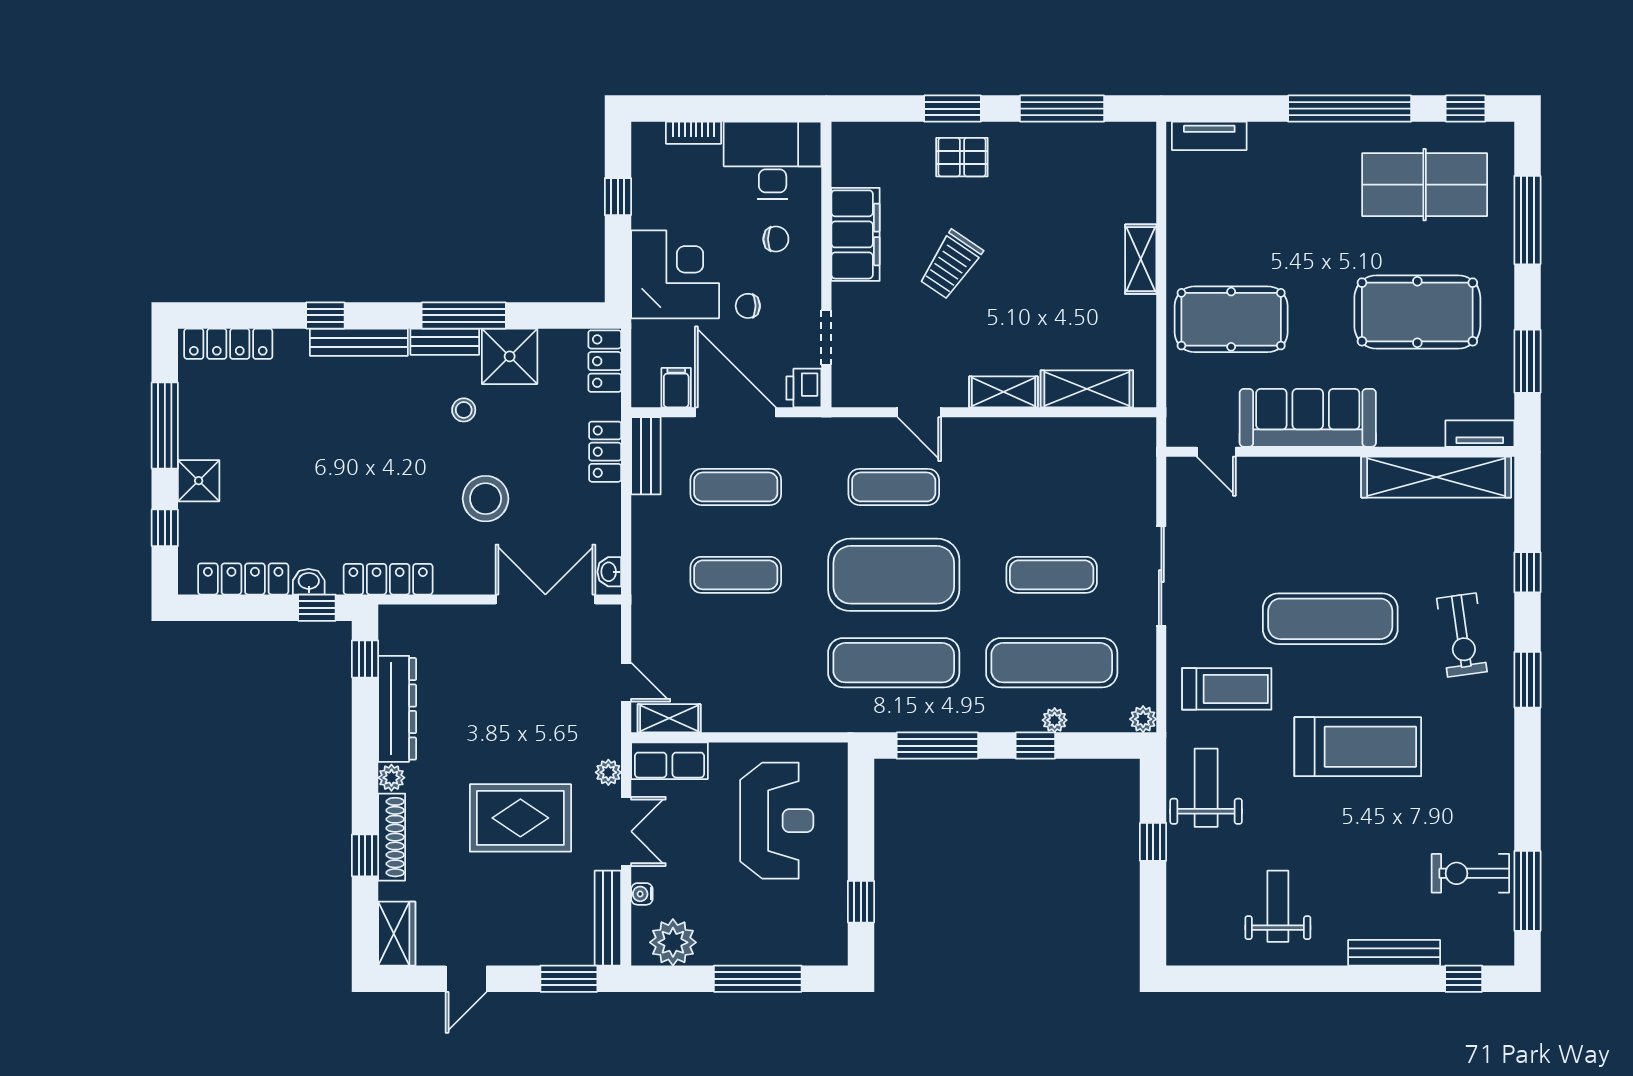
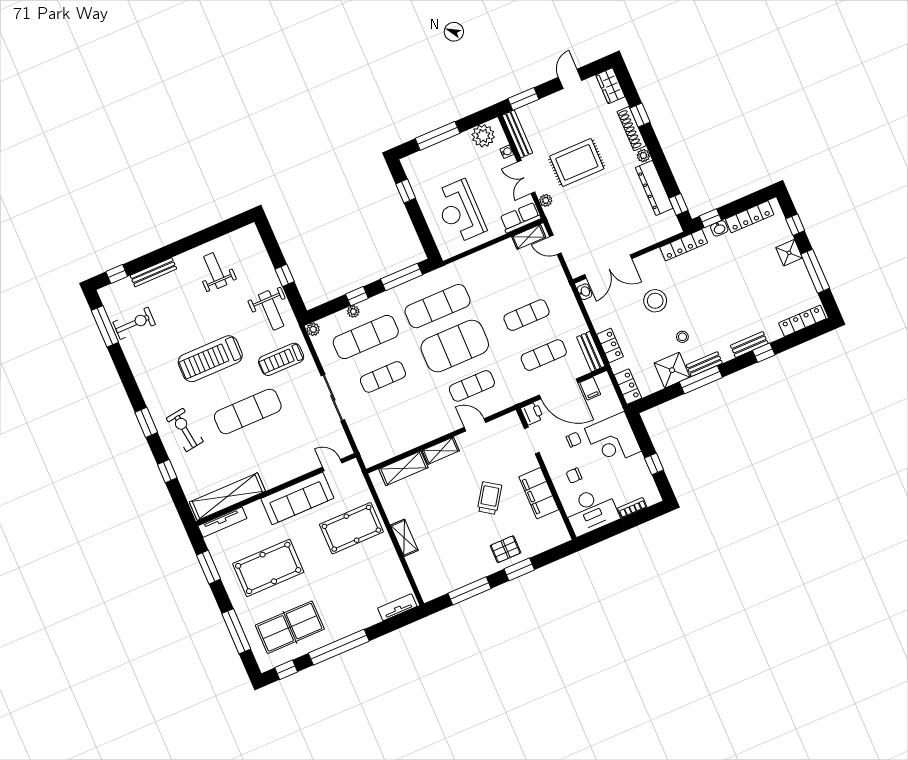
bench: (359, 342) -> (749, 344), width x0.73
tv unit: (1480, 434) -> (222, 522), width x1.41
weight bench: (1278, 906) -> (215, 271), turned 180

